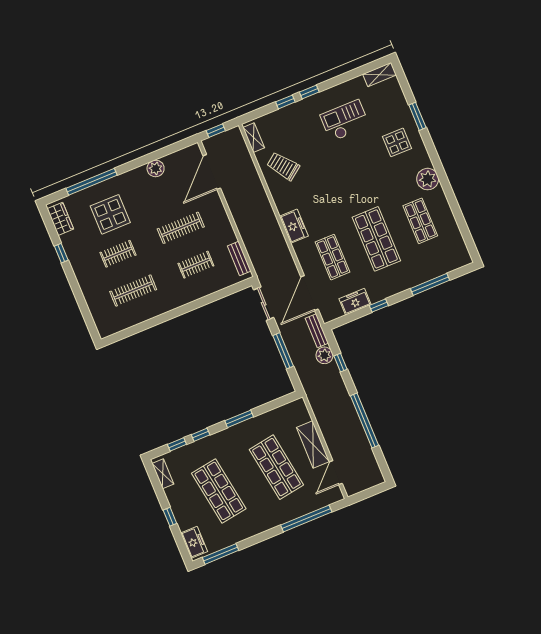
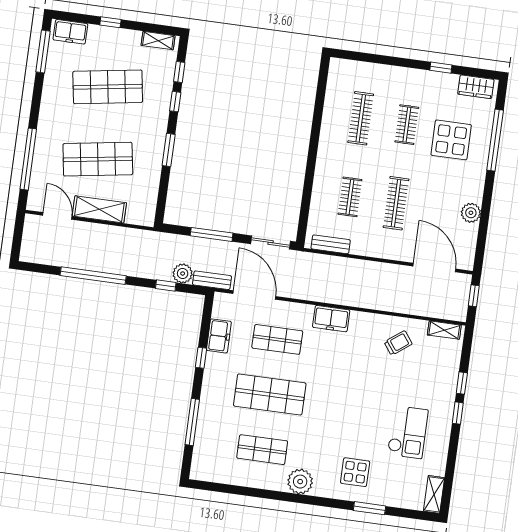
trolley: (283, 166) -> (398, 343), width x0.73, depth x0.72

